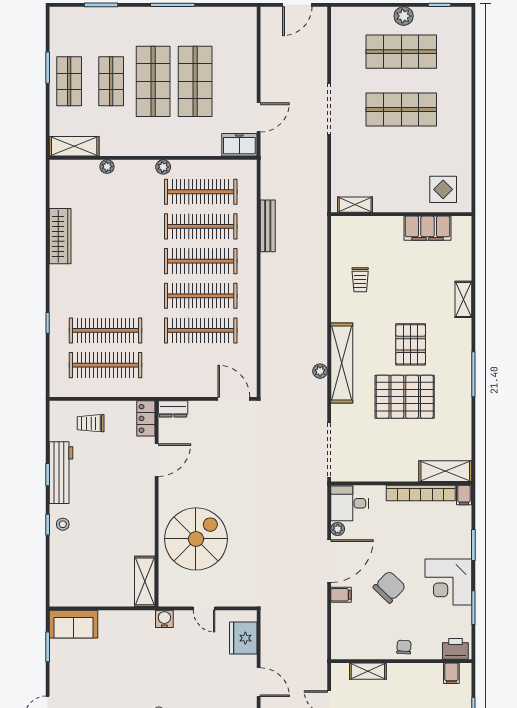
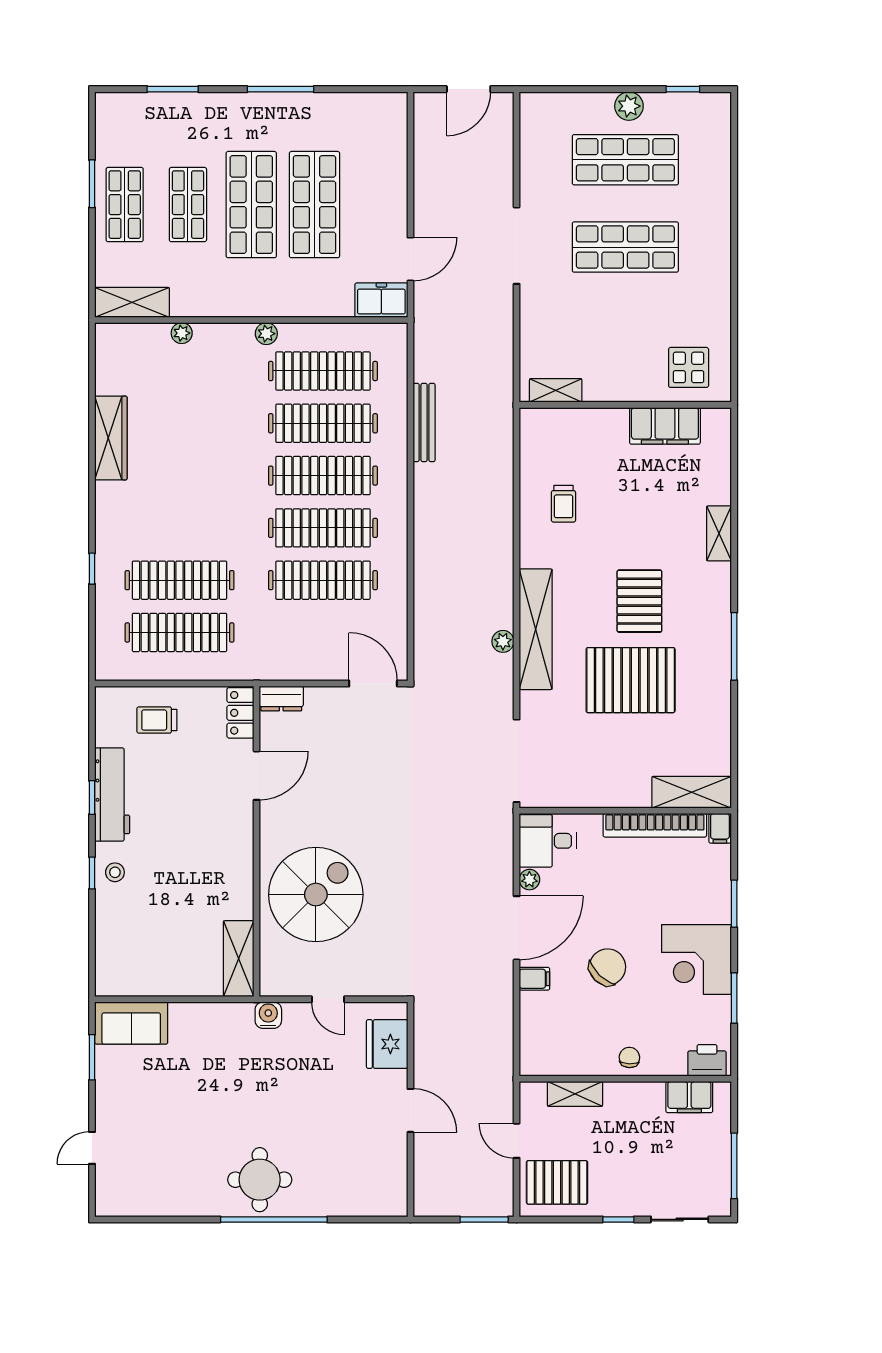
filing cabinet: (451, 673) -> (689, 1097), width x2.00

